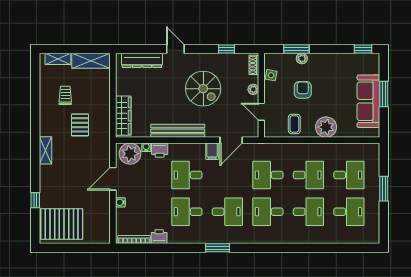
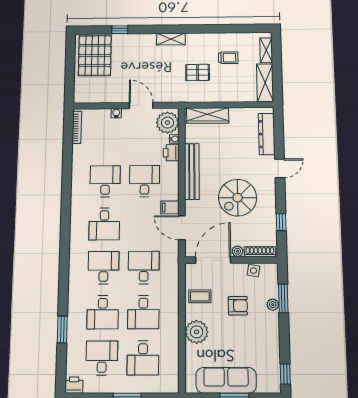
shoe rack: (254, 65) -> (260, 252), width x1.43
door: (261, 112) -> (213, 260), width x1.88
desk: (349, 212) -> (102, 358), turned 180
printer: (159, 237) -> (74, 385), moved, turned -90
window: (218, 248) -> (62, 329), moved

